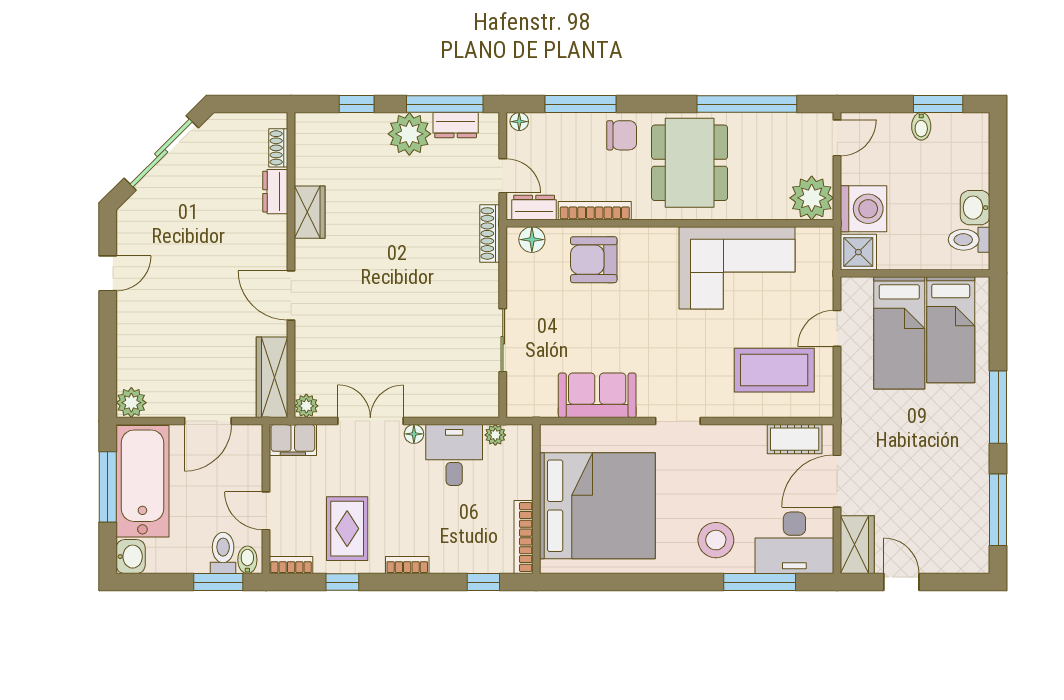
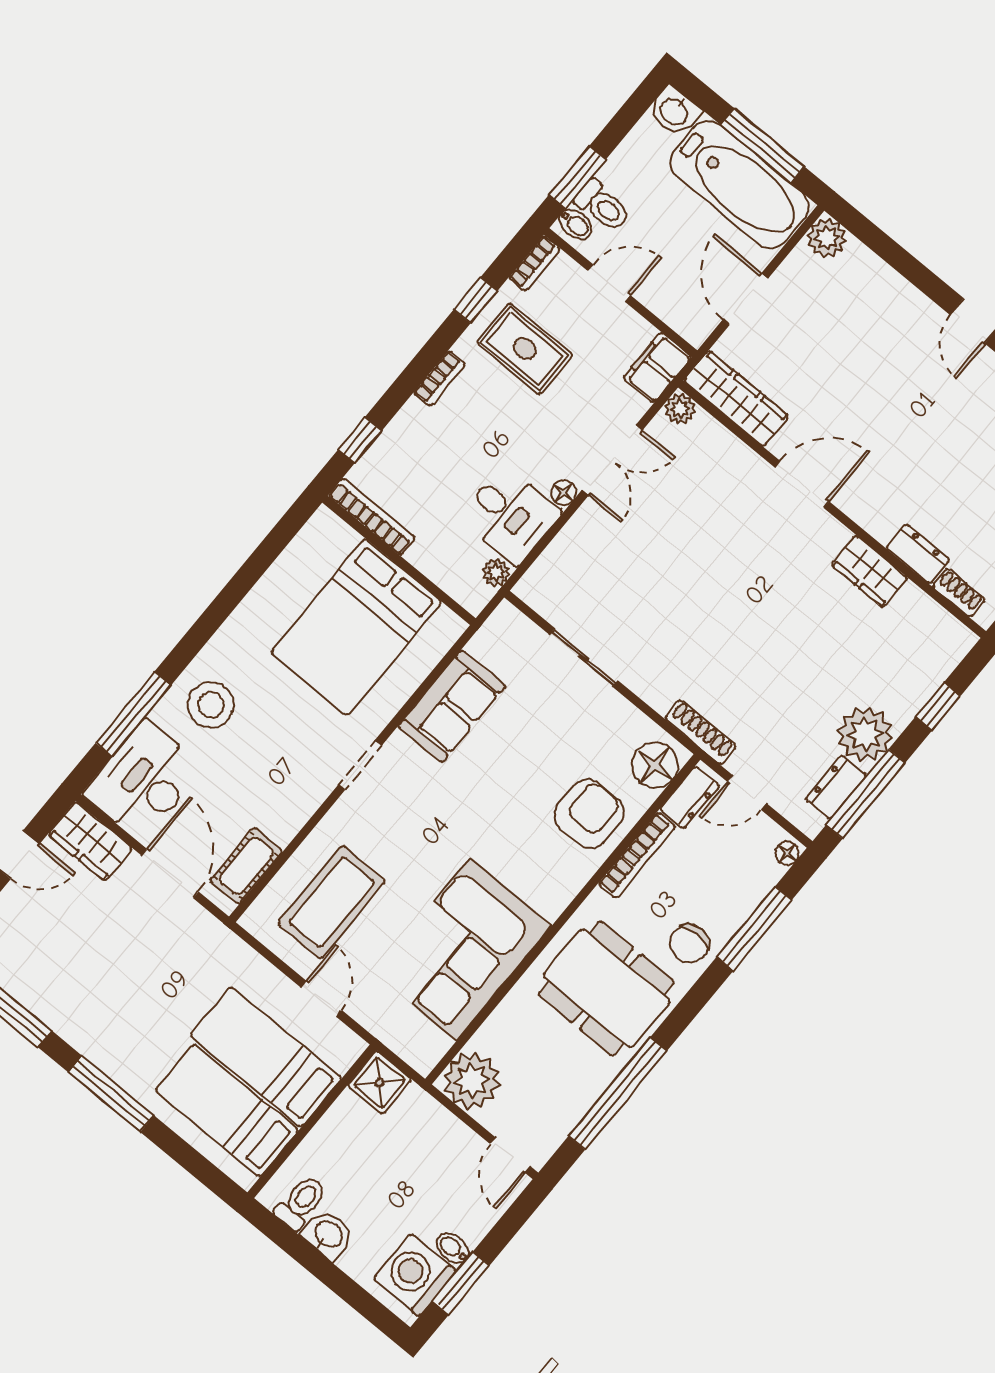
washing machine: (864, 209) -> (415, 1275), moved, turned 90
floor lamp: (532, 240) -> (655, 765), width x1.38, depth x1.38
bed: (597, 506) -> (356, 627), width x0.73

